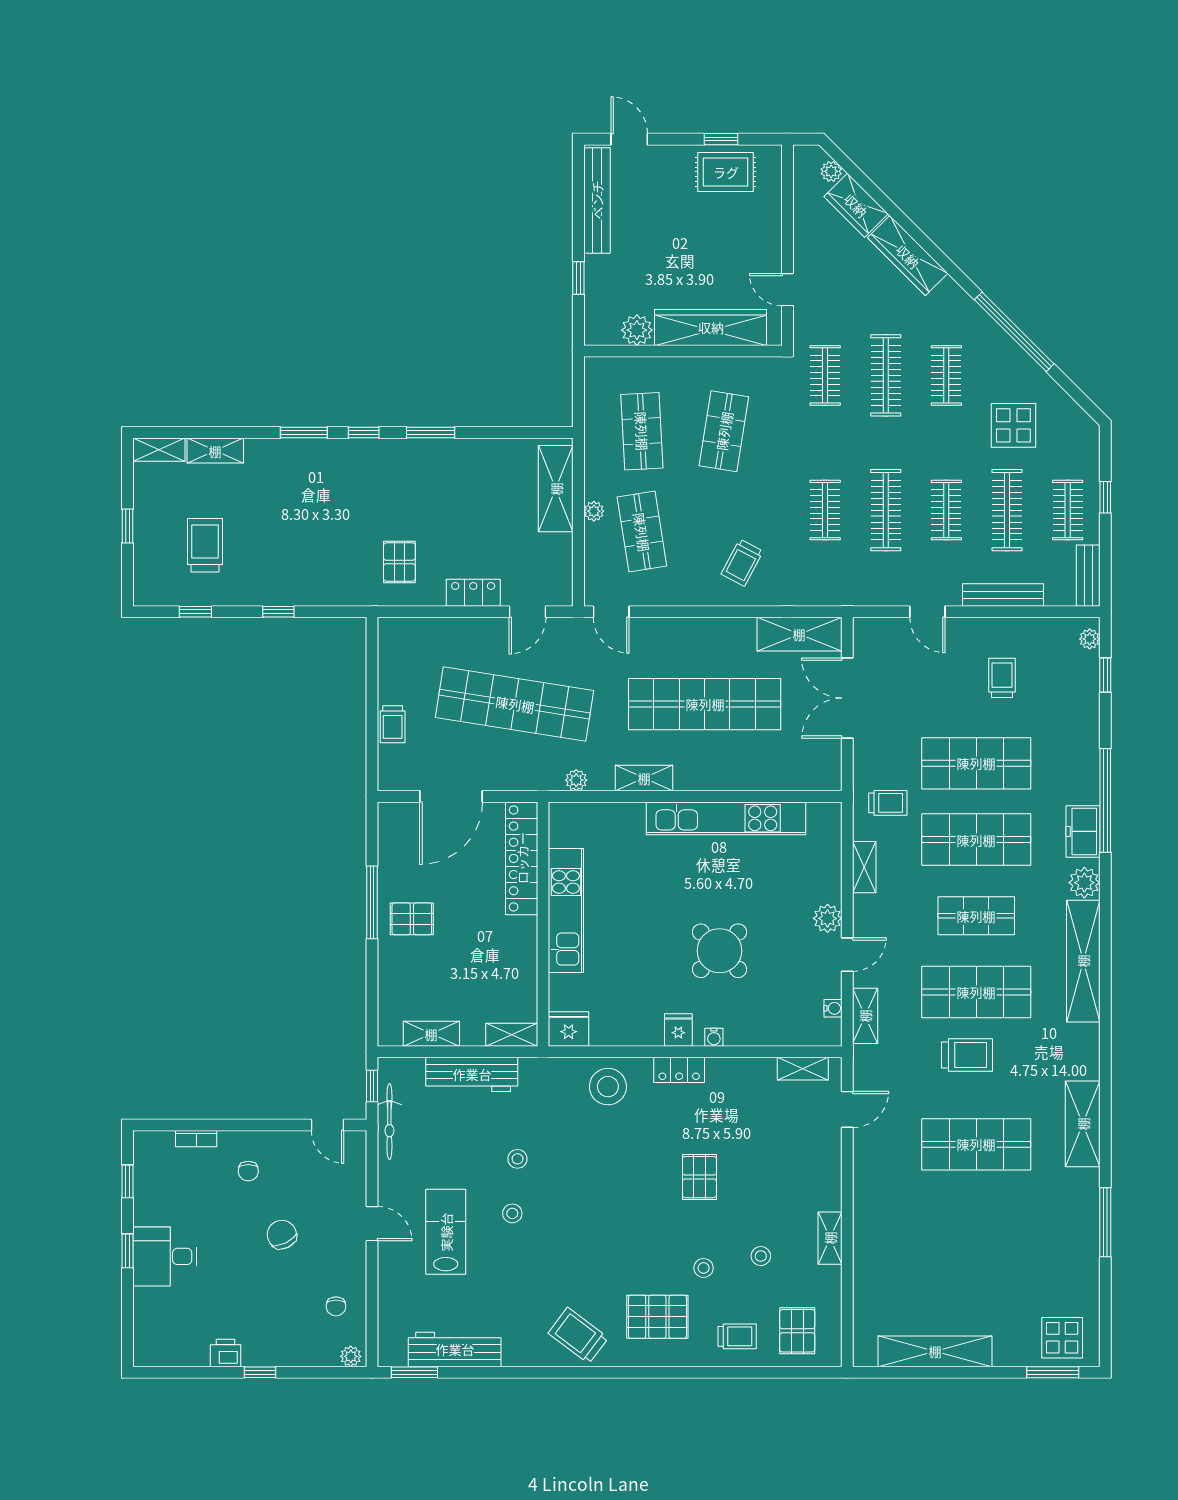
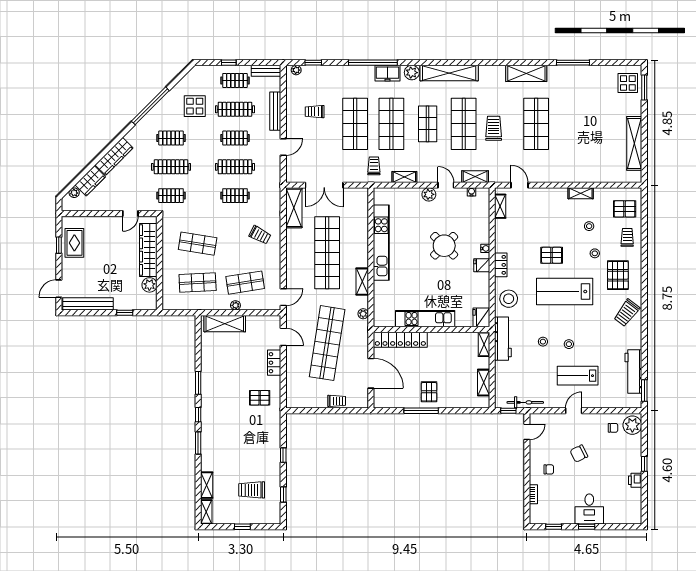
workbench: (472, 1074) -> (503, 339), moved
lab bench: (623, 1204) -> (565, 291), added
plant: (351, 1356) -> (632, 425), width x1.88, depth x1.88

